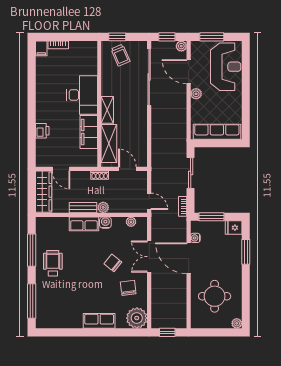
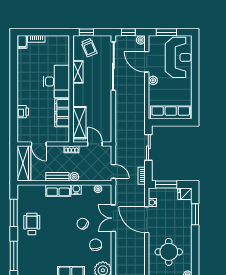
shelving: (107, 110) -> (78, 72), moved

